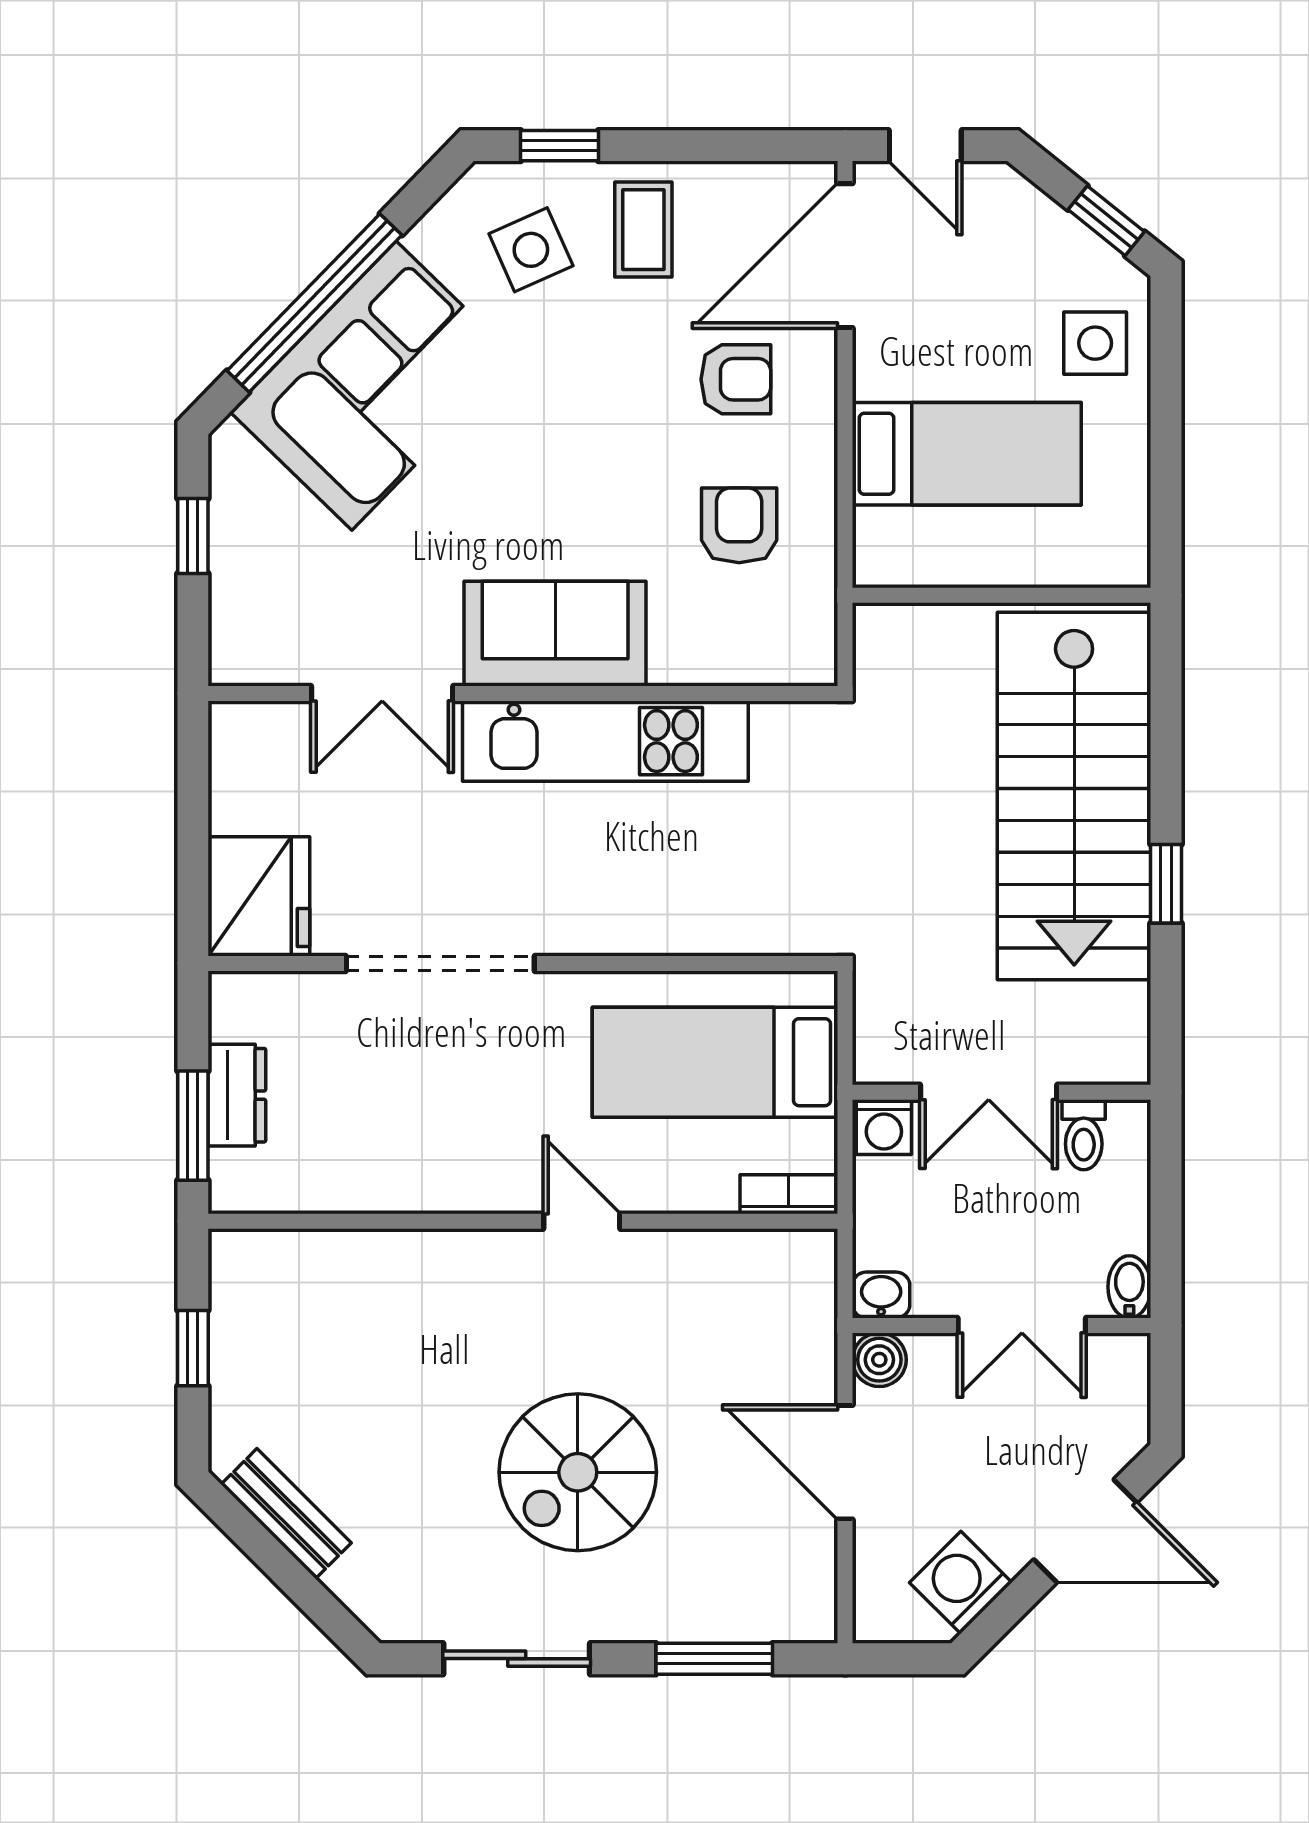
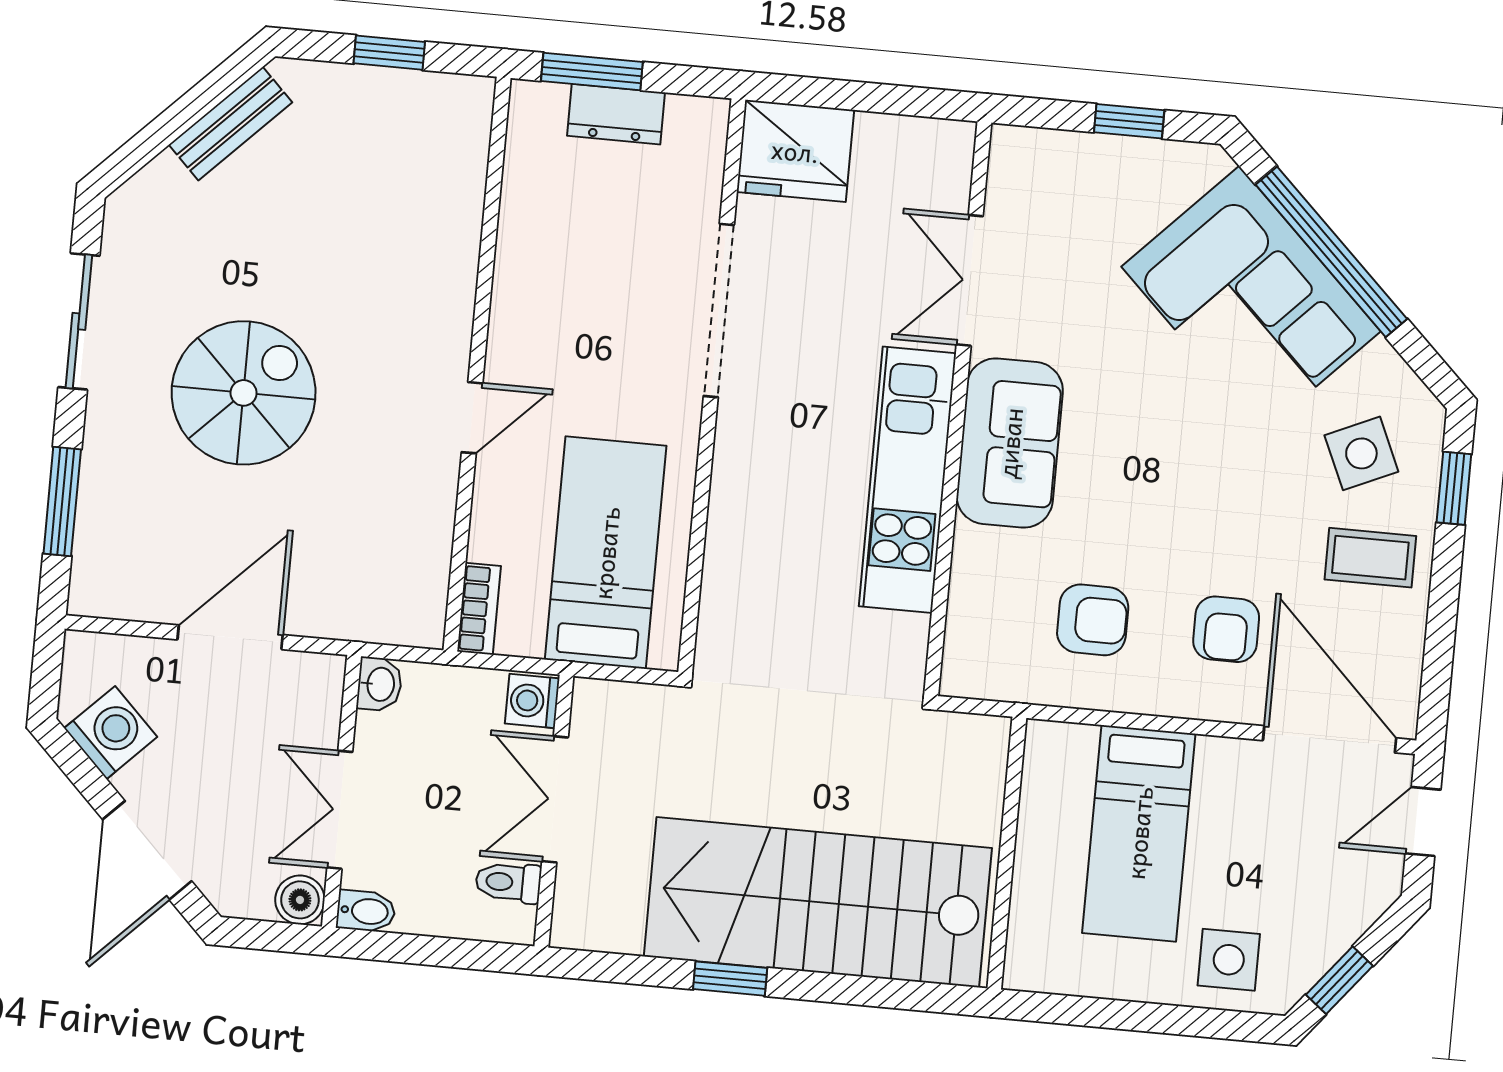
boiler: (879, 1360) -> (300, 900), moved
spiral stairs: (578, 1472) -> (244, 393), turned 90

